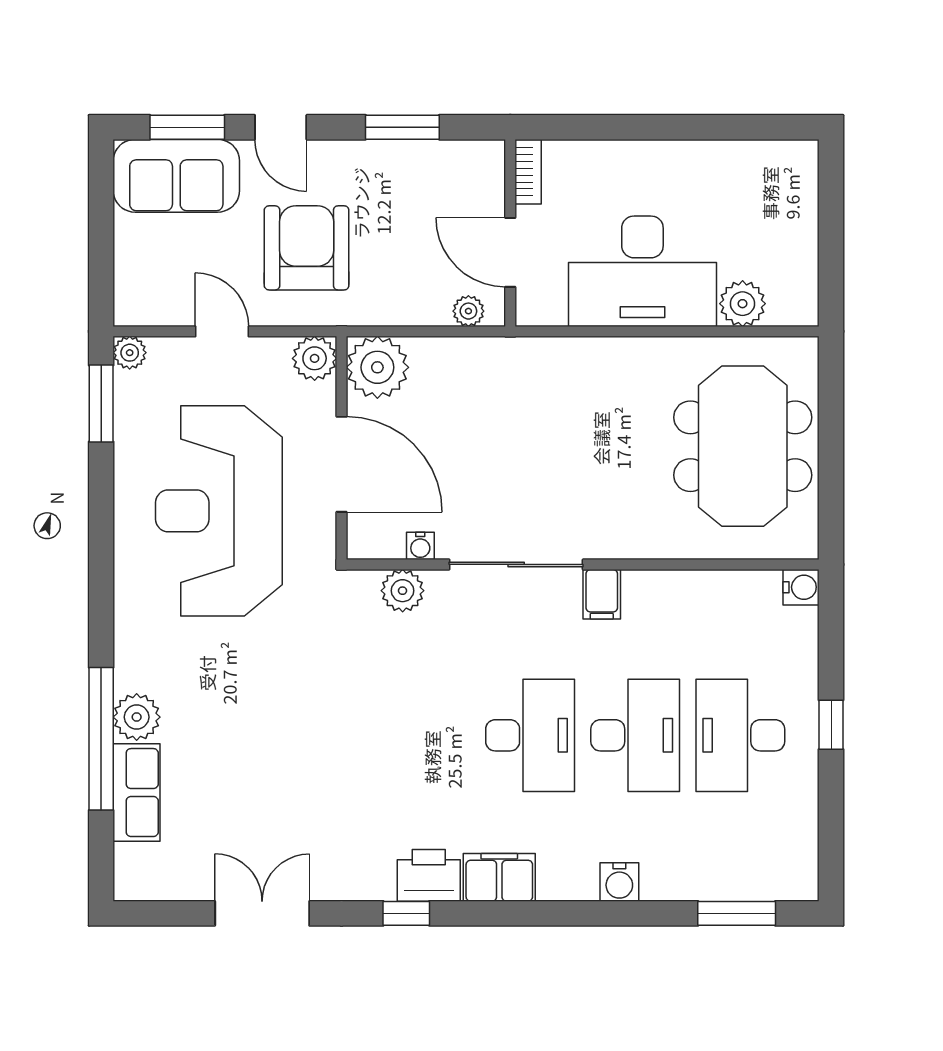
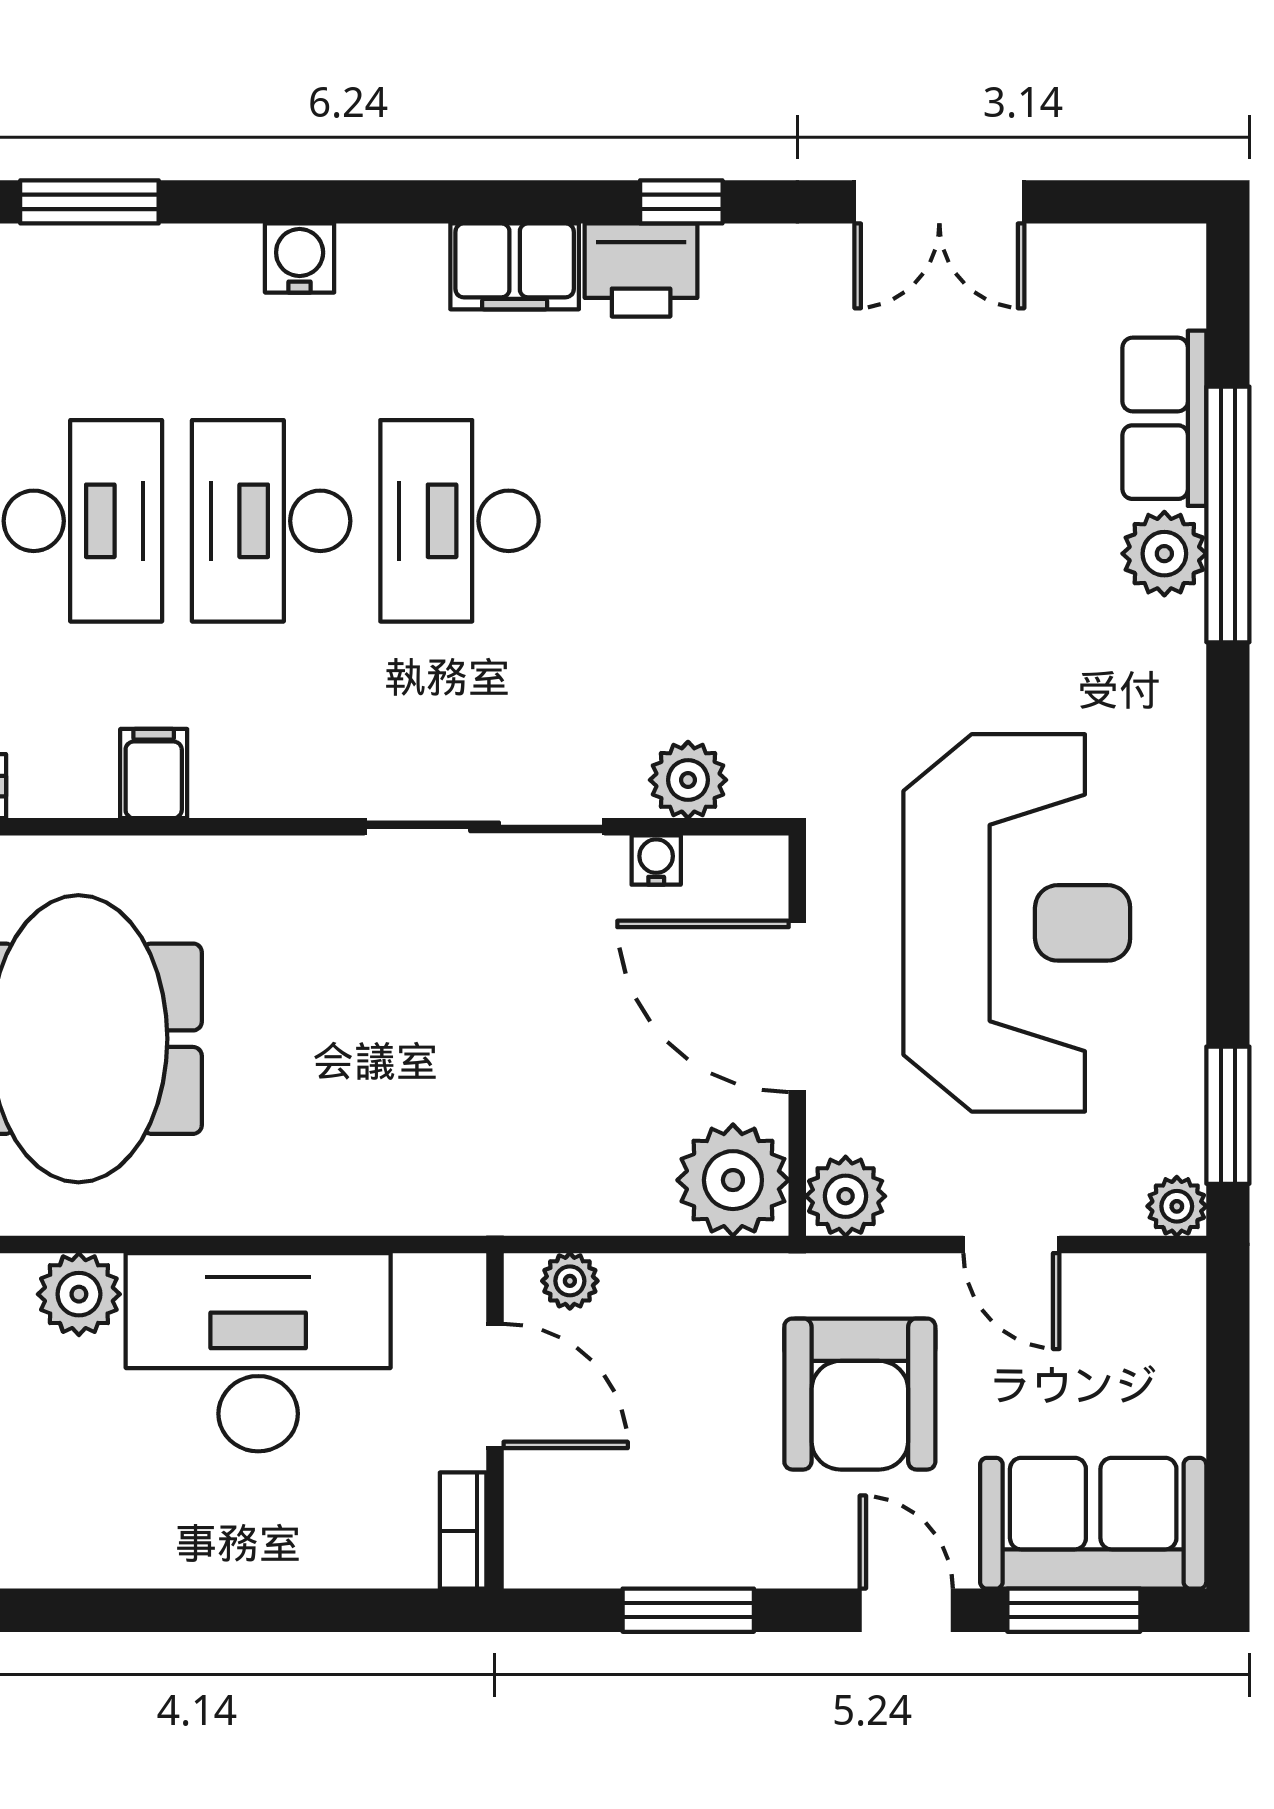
filing cabinet: (602, 594) -> (154, 774), moved

